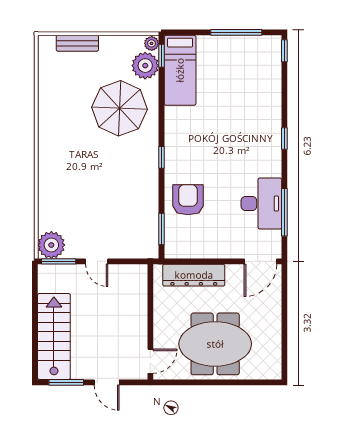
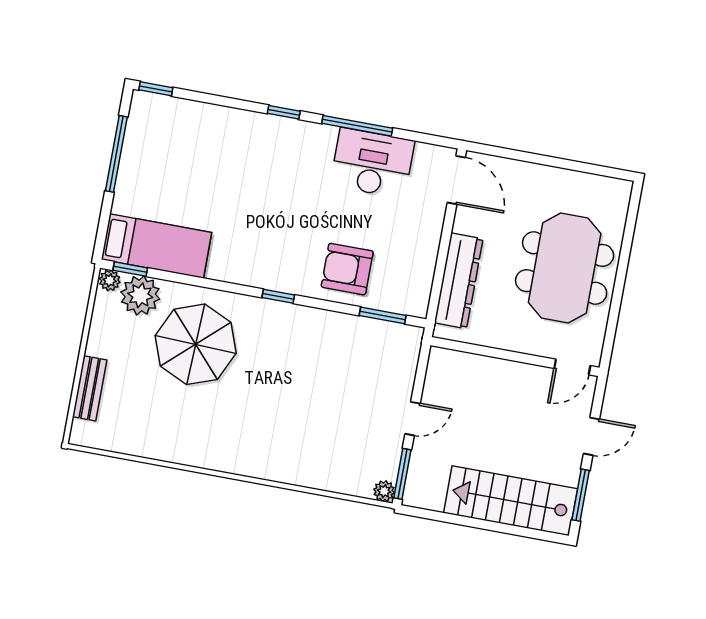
window: (284, 212) -> (357, 126), moved
plant: (51, 245) -> (384, 491), width x0.53, depth x0.53
door: (150, 361) -> (572, 367), swing flipped

